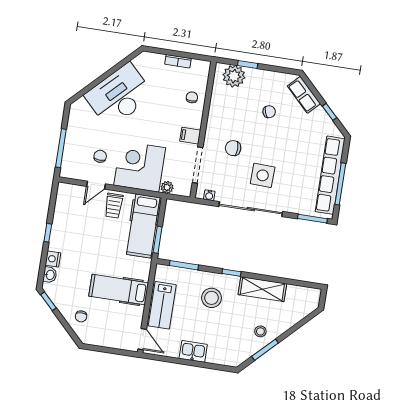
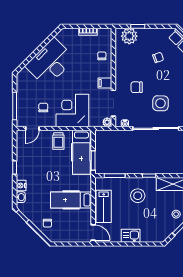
door: (96, 185) -> (32, 128), moved
plant: (167, 187) -> (107, 122), moved

